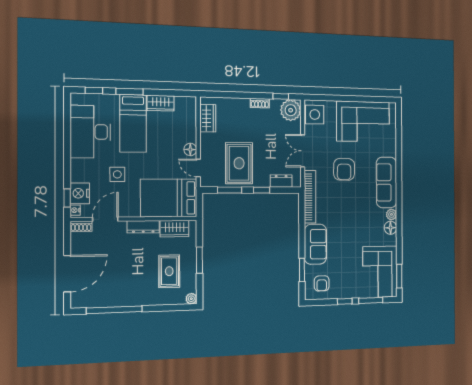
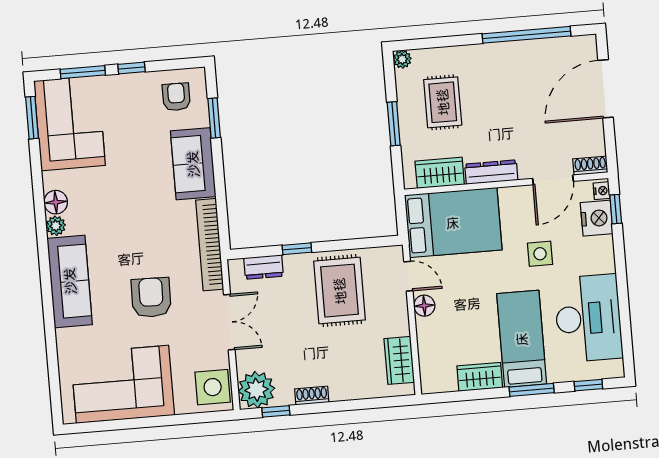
window: (229, 190) -> (352, 244), removed

